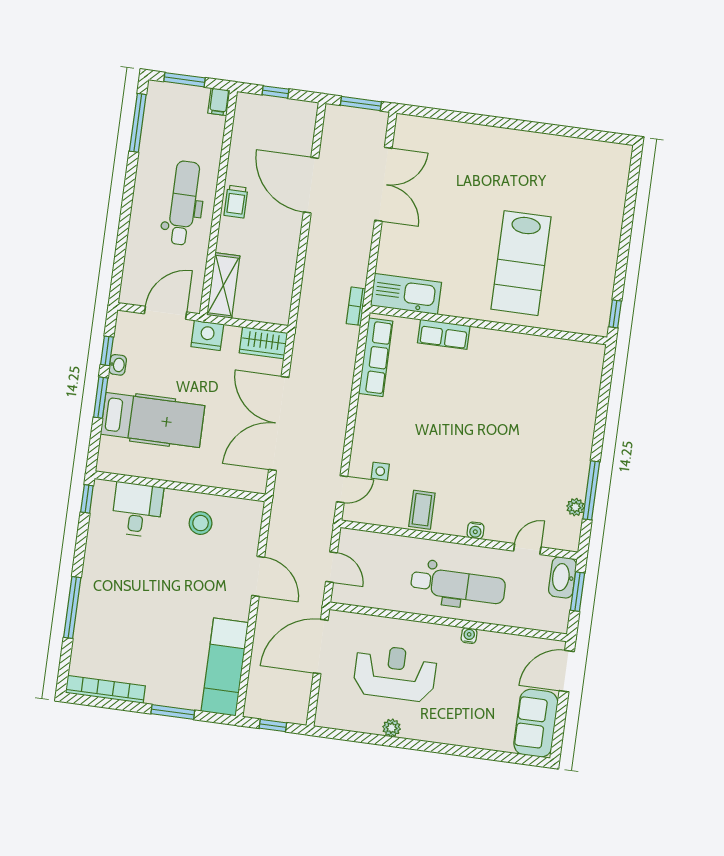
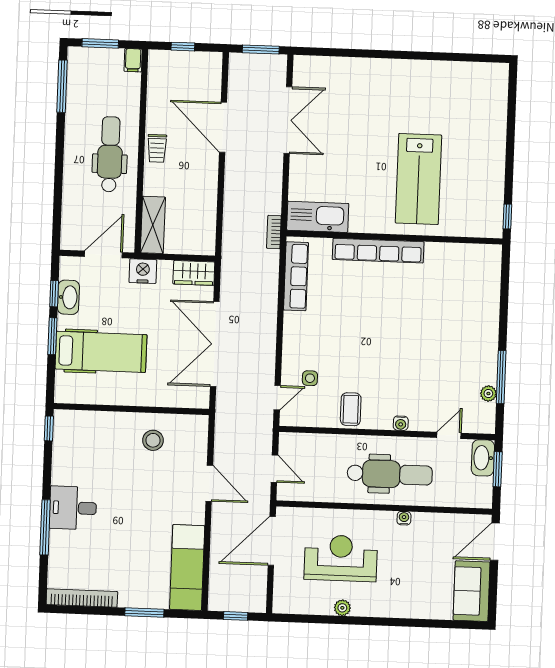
row of seats: (444, 334) -> (378, 251), width x2.02
washbasin: (118, 365) -> (68, 297), width x1.91, depth x1.45
desk: (137, 510) -> (73, 508), moved, turned -90

